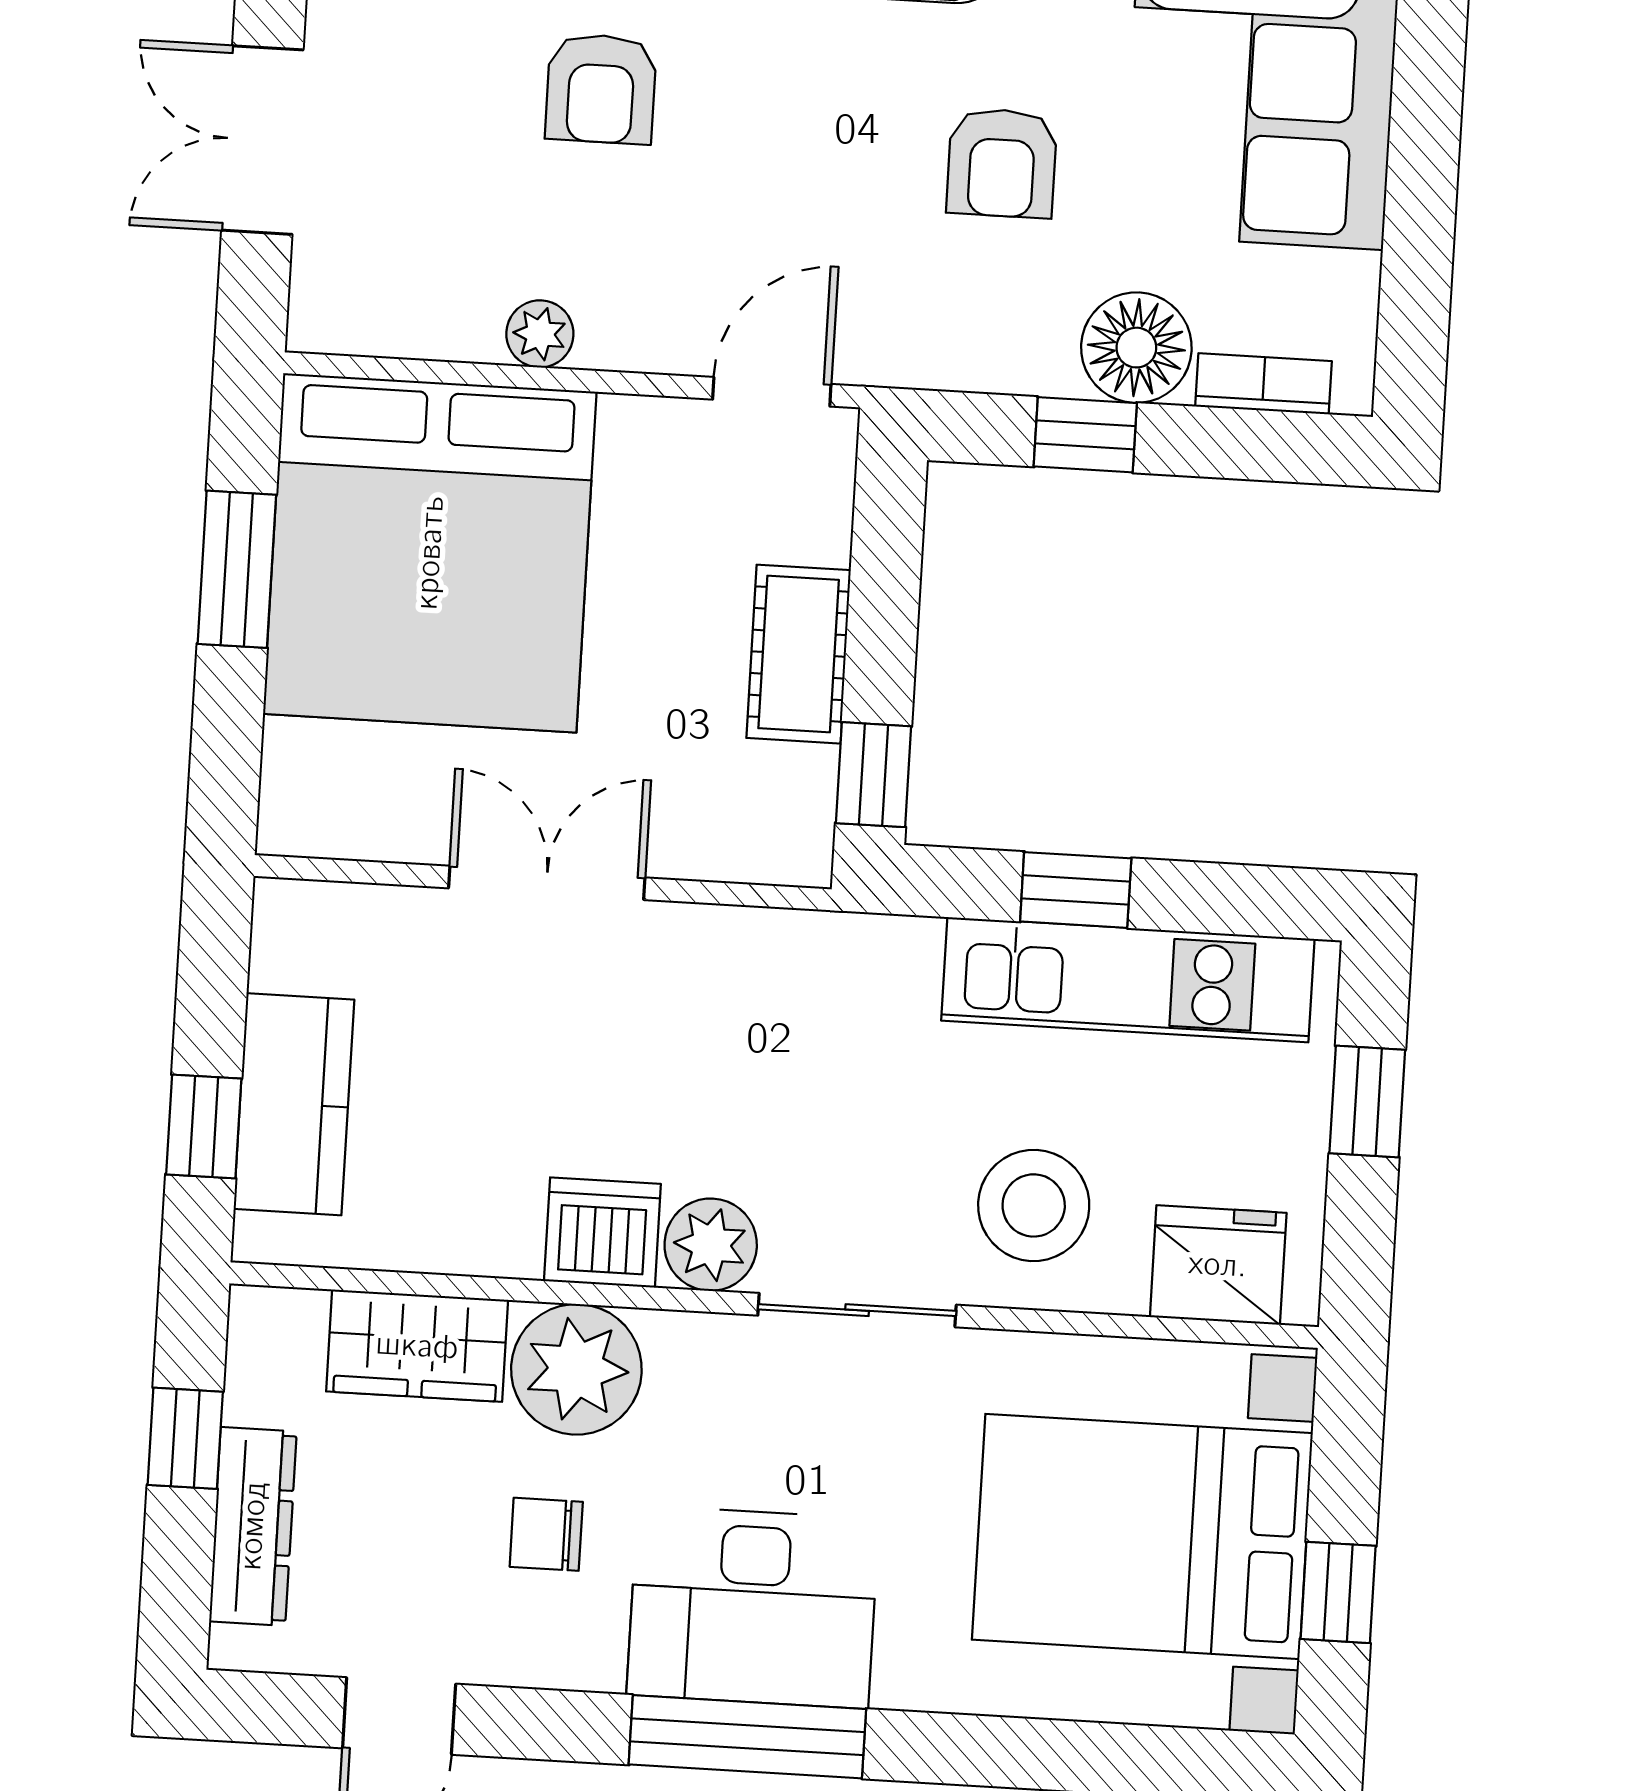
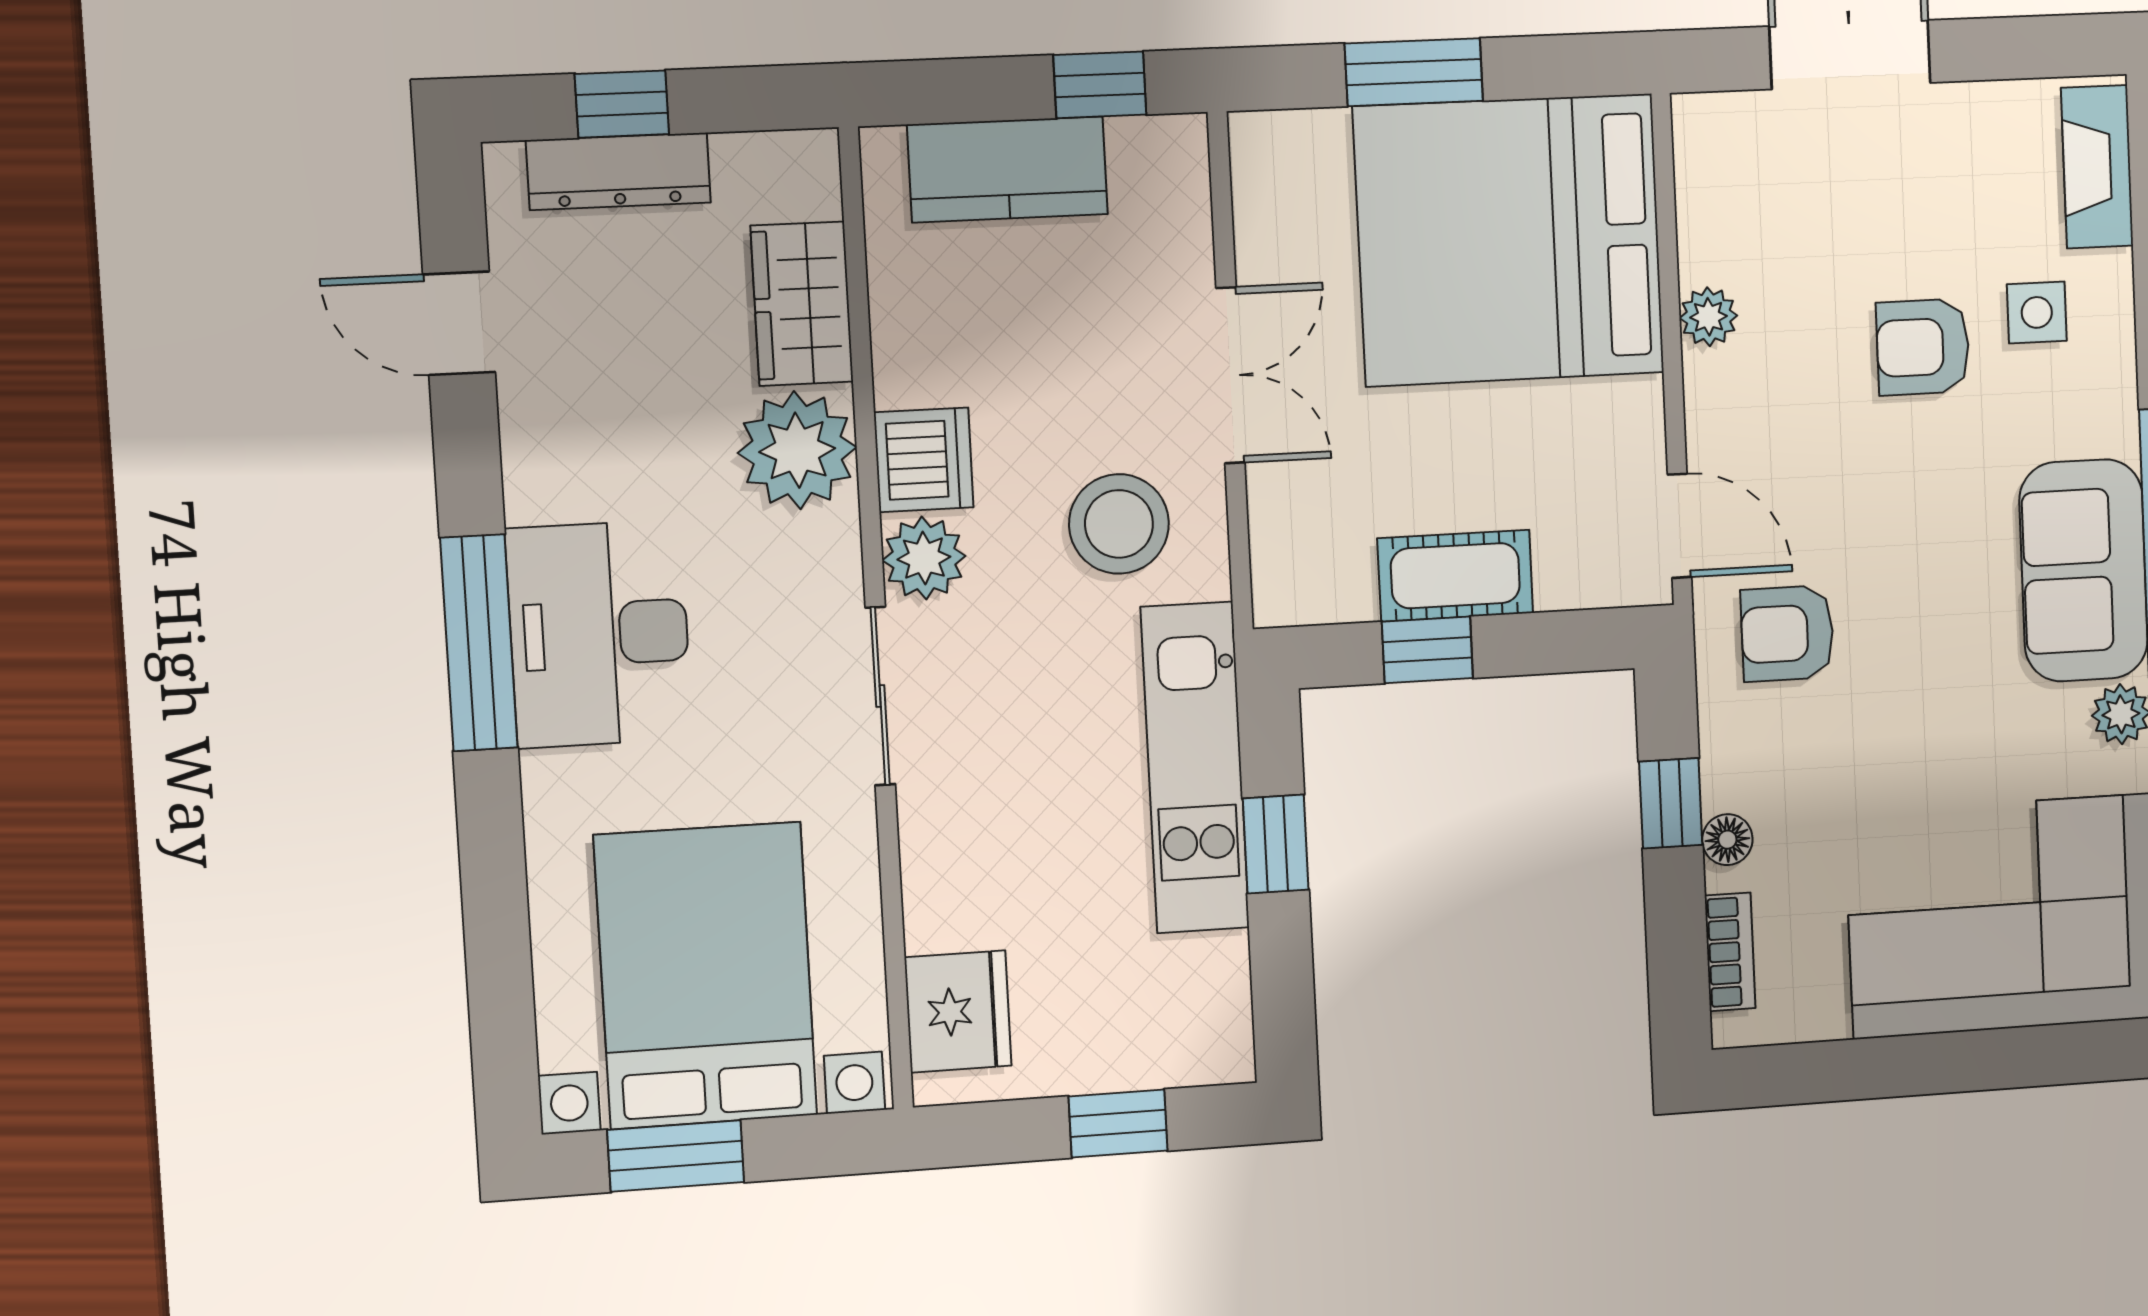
armchair: (1002, 163) -> (1787, 633), moved
floor lamp: (1136, 348) -> (1727, 840), width x0.53, depth x0.53
window: (237, 569) -> (1414, 72), moved
window: (873, 775) -> (1427, 650), moved
kitchen unit: (1128, 980) -> (1195, 768), moved
window: (204, 1126) -> (1100, 85), moved
stool: (1034, 1205) -> (1119, 524), moved
window: (185, 1438) -> (622, 104), moved
chair: (546, 1534) -> (643, 439), removed
window: (1338, 1592) -> (676, 1156), width x1.50

